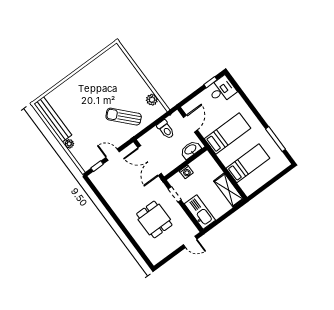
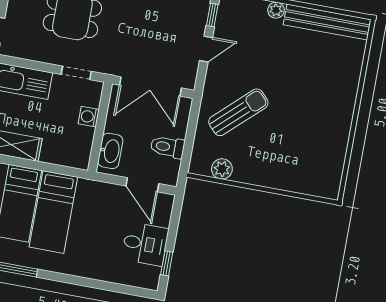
desk: (222, 90) -> (145, 244), moved, turned -90
bed: (228, 133) -> (53, 212), moved
double door: (150, 161) -> (151, 87), swing flipped

